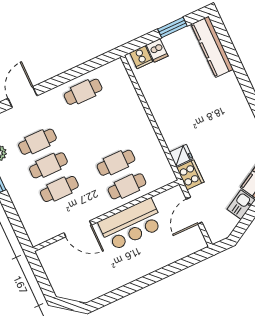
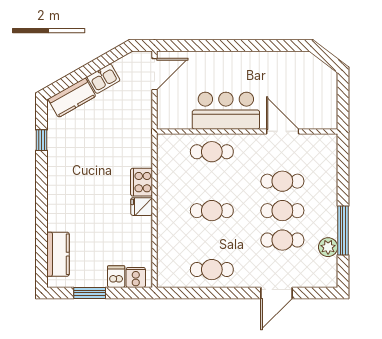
kitchen counter: (212, 47) -> (58, 254), width x0.67
fridge: (181, 155) -> (142, 207), moved
cafe table: (116, 163) -> (212, 211), moved
cooker: (190, 175) -> (142, 182), moved
door: (194, 211) -> (154, 74), moved

